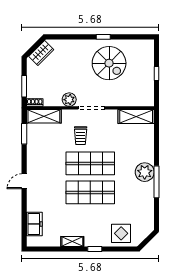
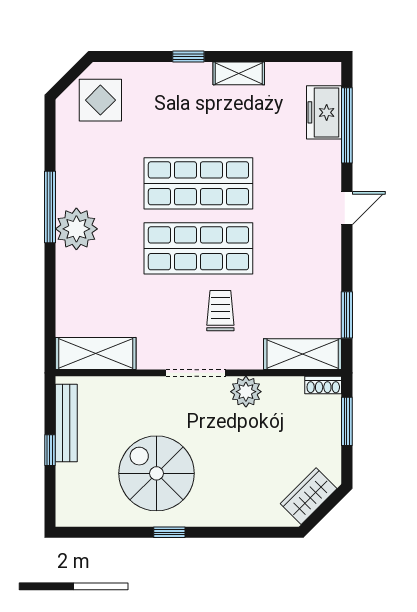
bench: (149, 86) -> (66, 423), added
window: (24, 218) -> (347, 125), added
display table: (121, 233) -> (100, 100), moved

